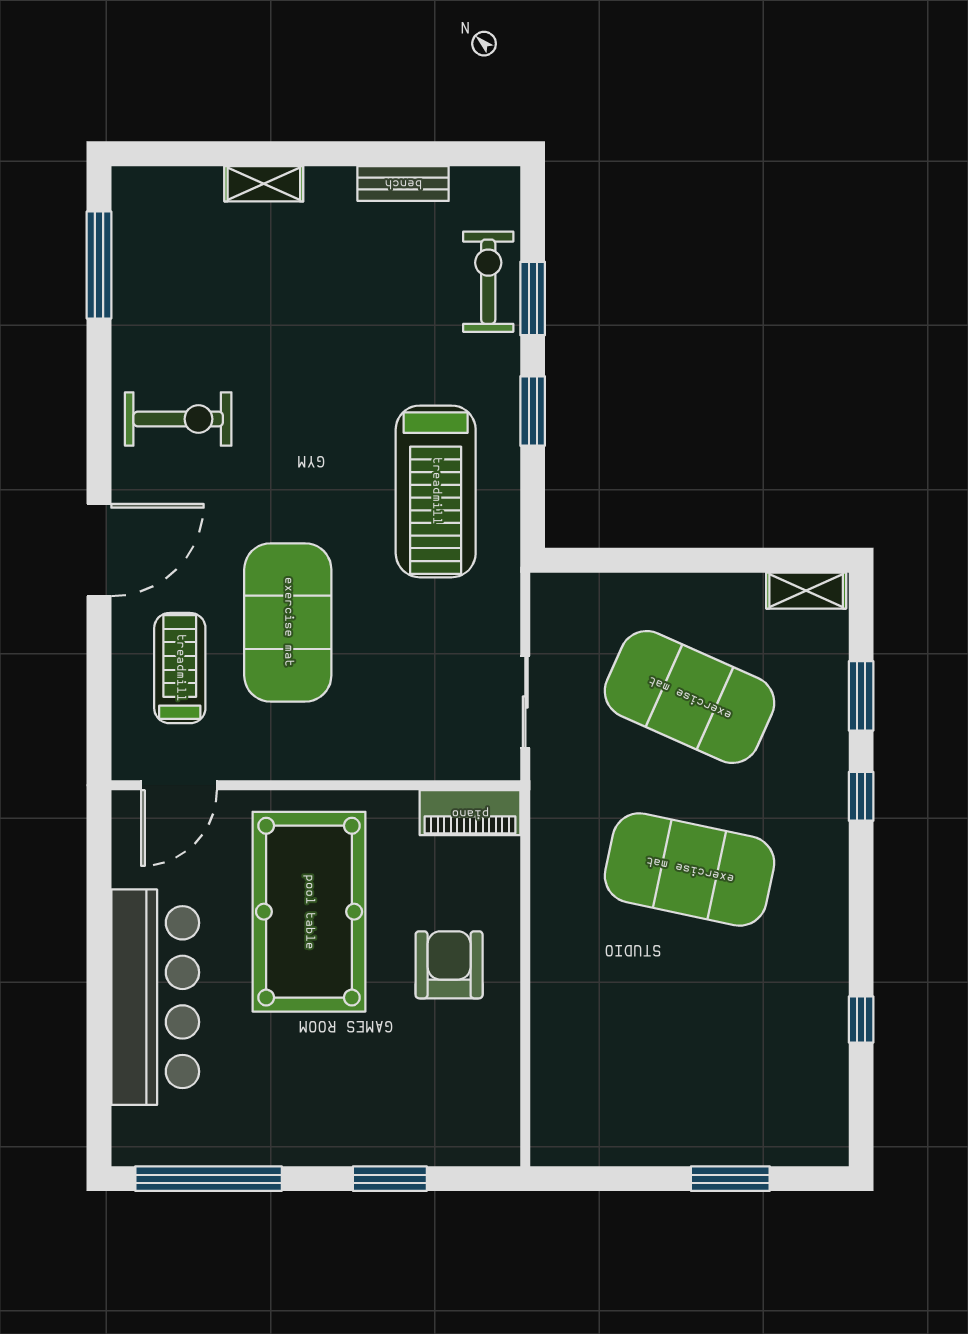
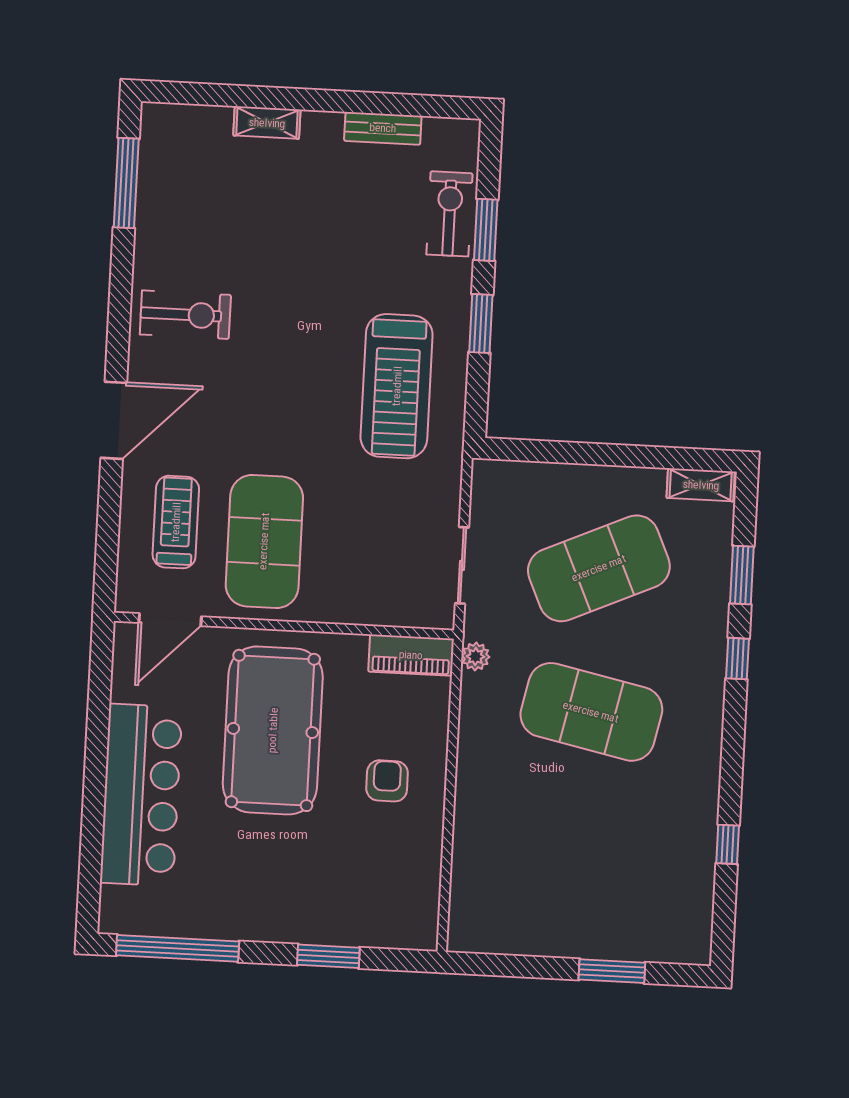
exercise mat: (288, 622) -> (264, 541), moved
exercise mat: (690, 697) -> (599, 568), turned -48
plant: (547, 810) -> (476, 656), added
armchair: (449, 965) -> (387, 781), width x0.72, depth x0.72

